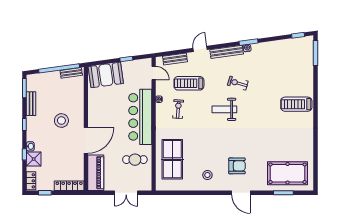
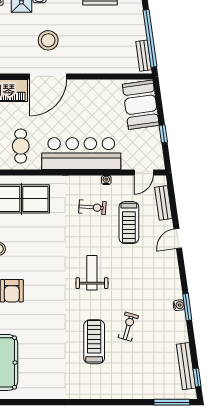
door: (200, 49) -> (178, 238), swing flipped
bench: (227, 52) -> (186, 366), moved
treadmill: (189, 83) -> (129, 223), turned 180
exercise bike: (238, 83) -> (128, 327), moved
treadmill: (296, 104) -> (94, 342), moved
stool: (61, 121) -> (48, 40), moved
door: (86, 140) -> (48, 76), hinge flipped

